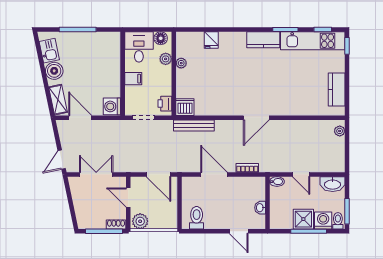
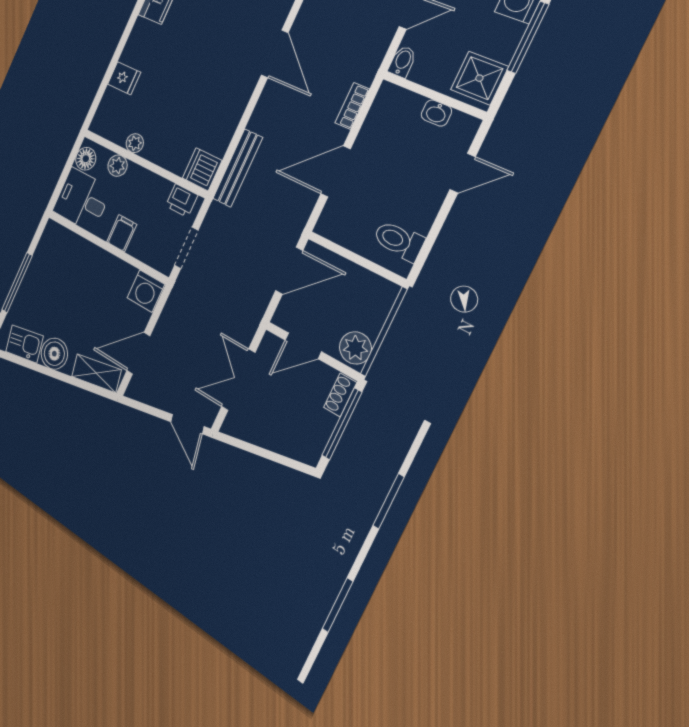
shower: (303, 219) -> (479, 78), moved

